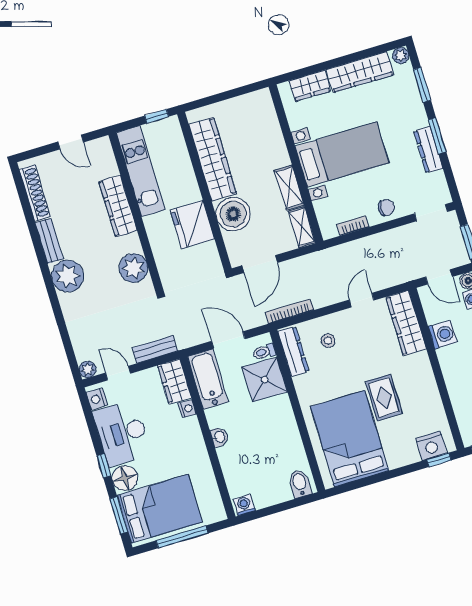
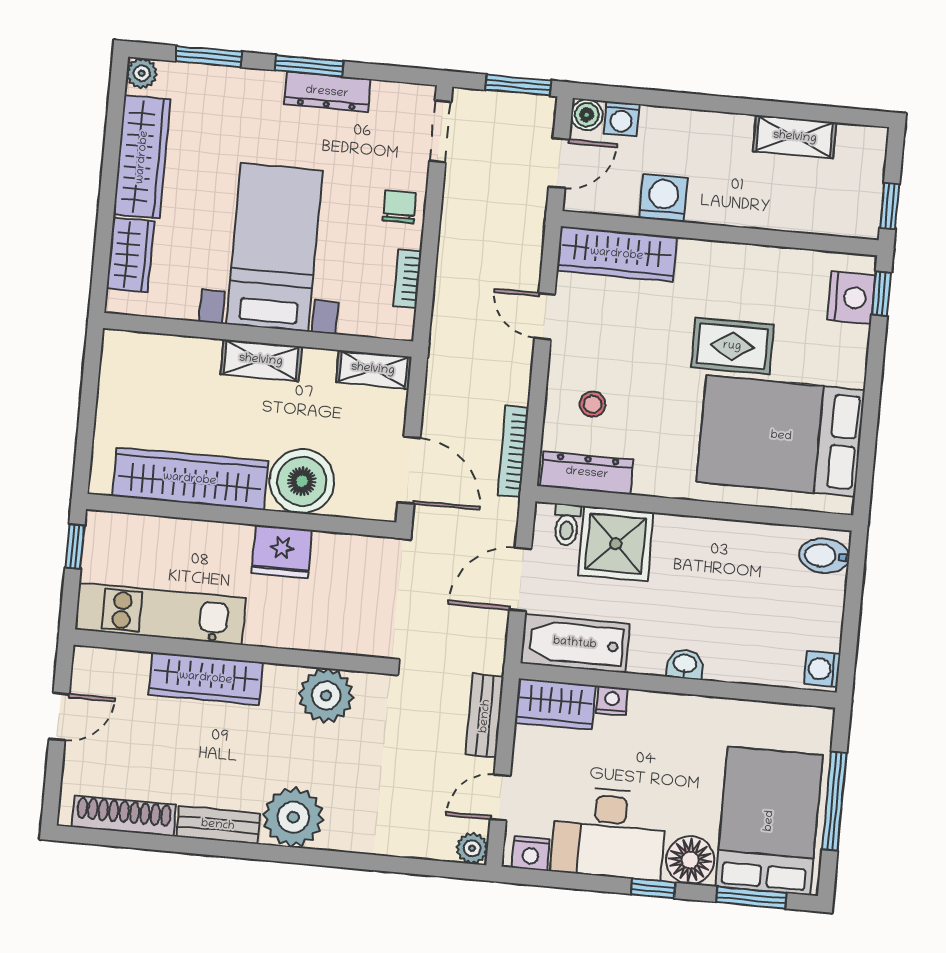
shelving: (289, 188) -> (261, 360), moved
fridge: (192, 225) -> (282, 552), width x0.73, depth x0.75

